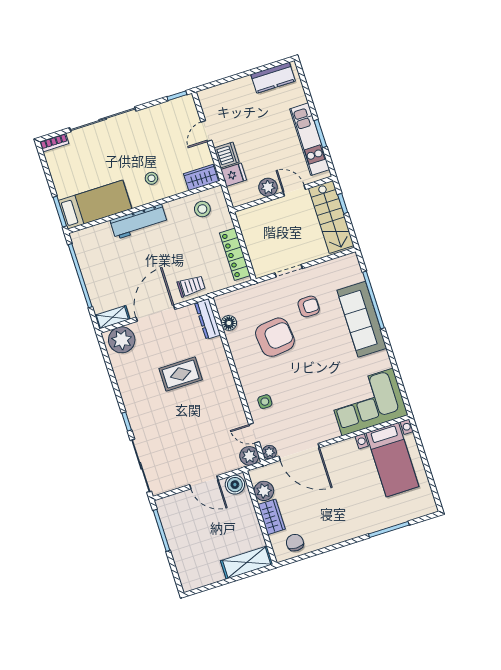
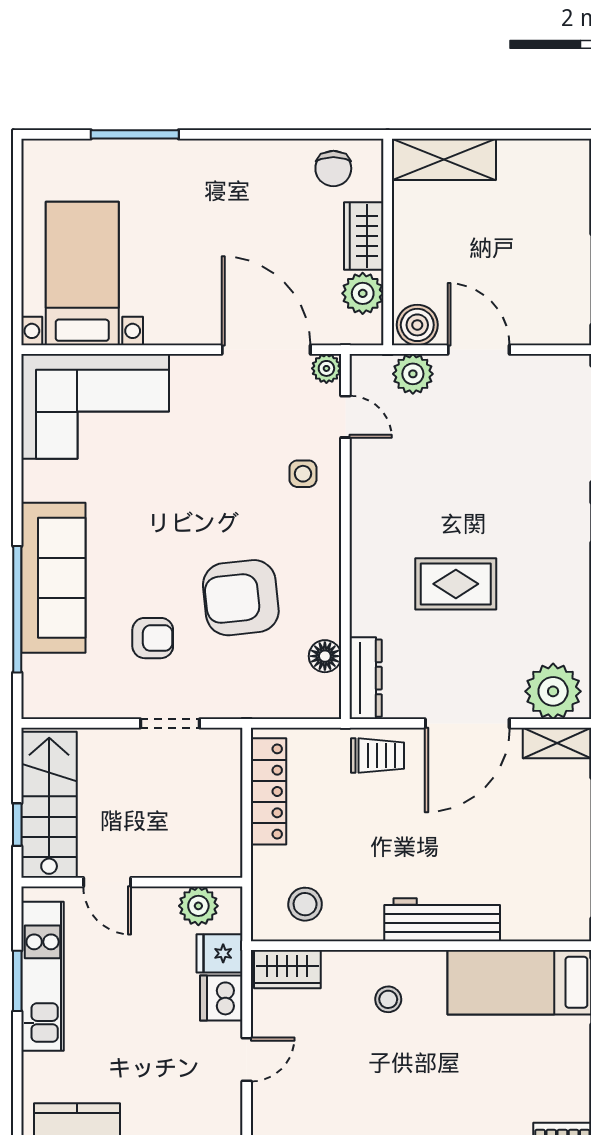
plant: (268, 187) -> (198, 906), moved
trolley: (191, 286) -> (378, 756), turned 180
armchair: (309, 306) -> (153, 638), turned 180
plant: (249, 456) -> (413, 374), moved

